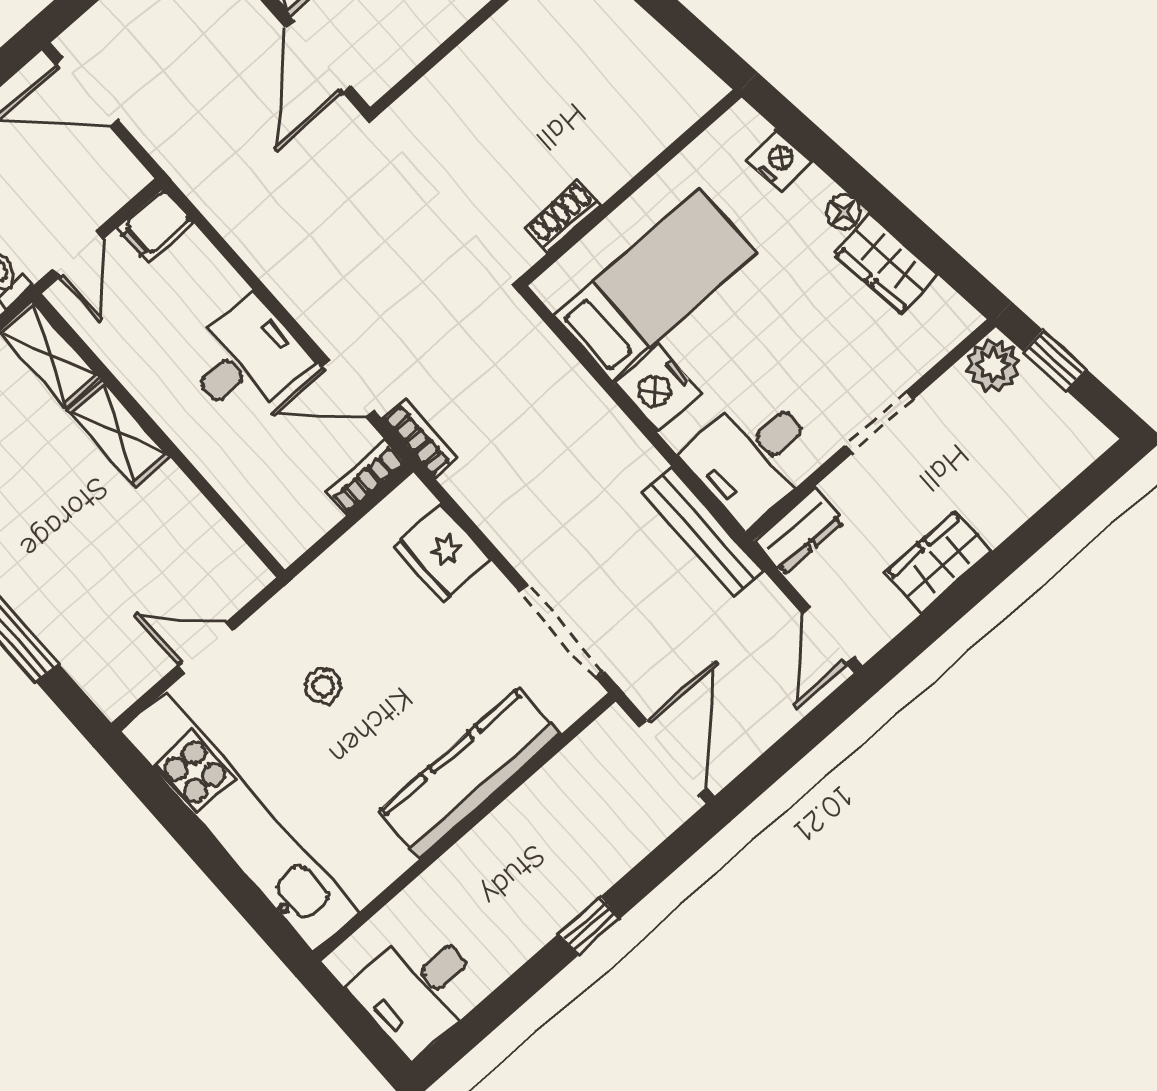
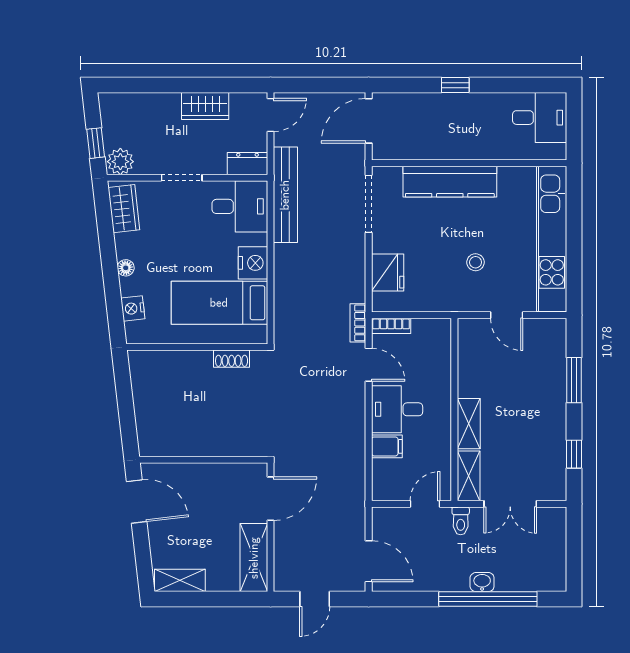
filing cabinet: (155, 225) -> (387, 446), moved
wardrobe: (886, 264) -> (124, 209), moved
bench: (703, 532) -> (285, 195), width x1.37, depth x1.21

